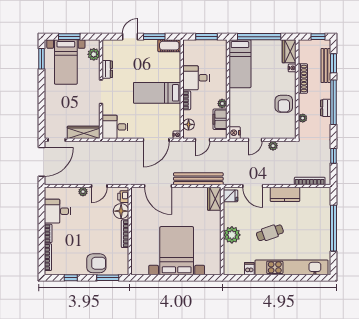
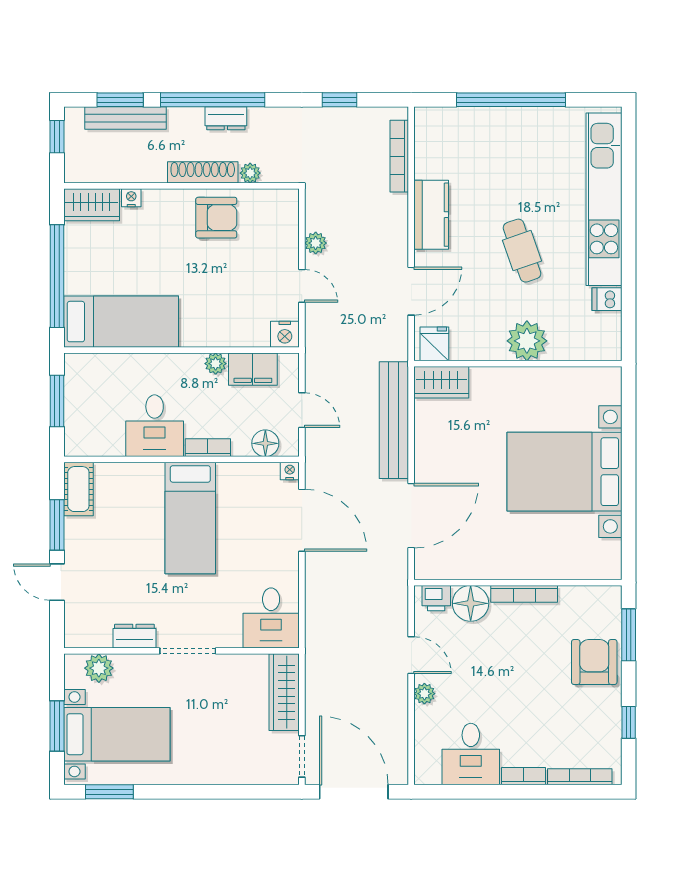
shoe rack: (303, 79) -> (203, 172), moved

